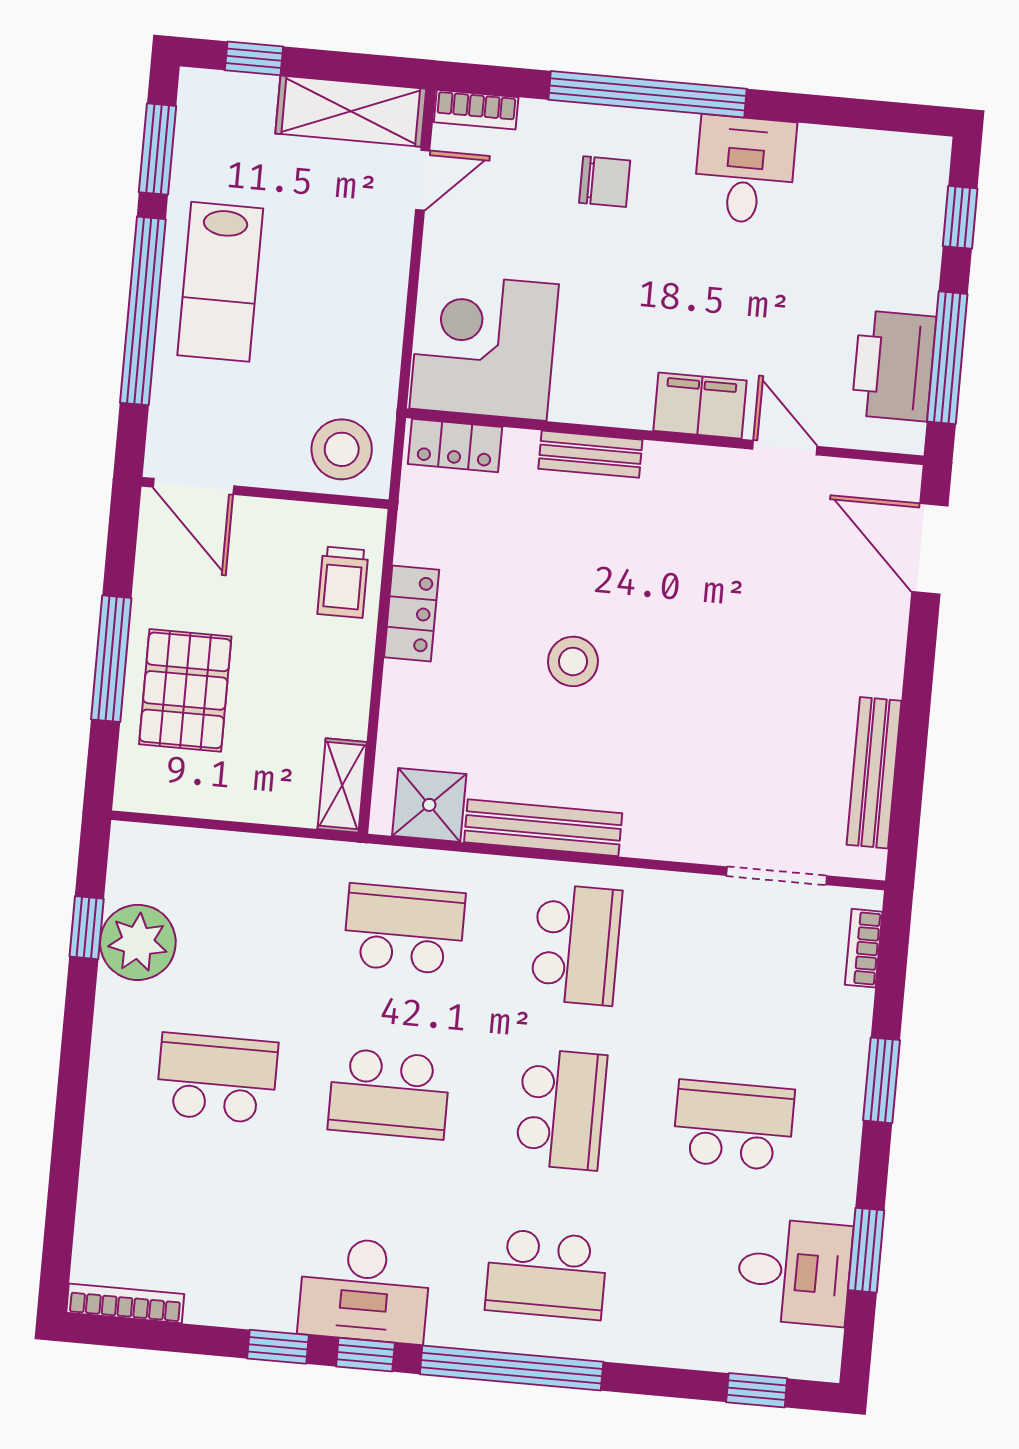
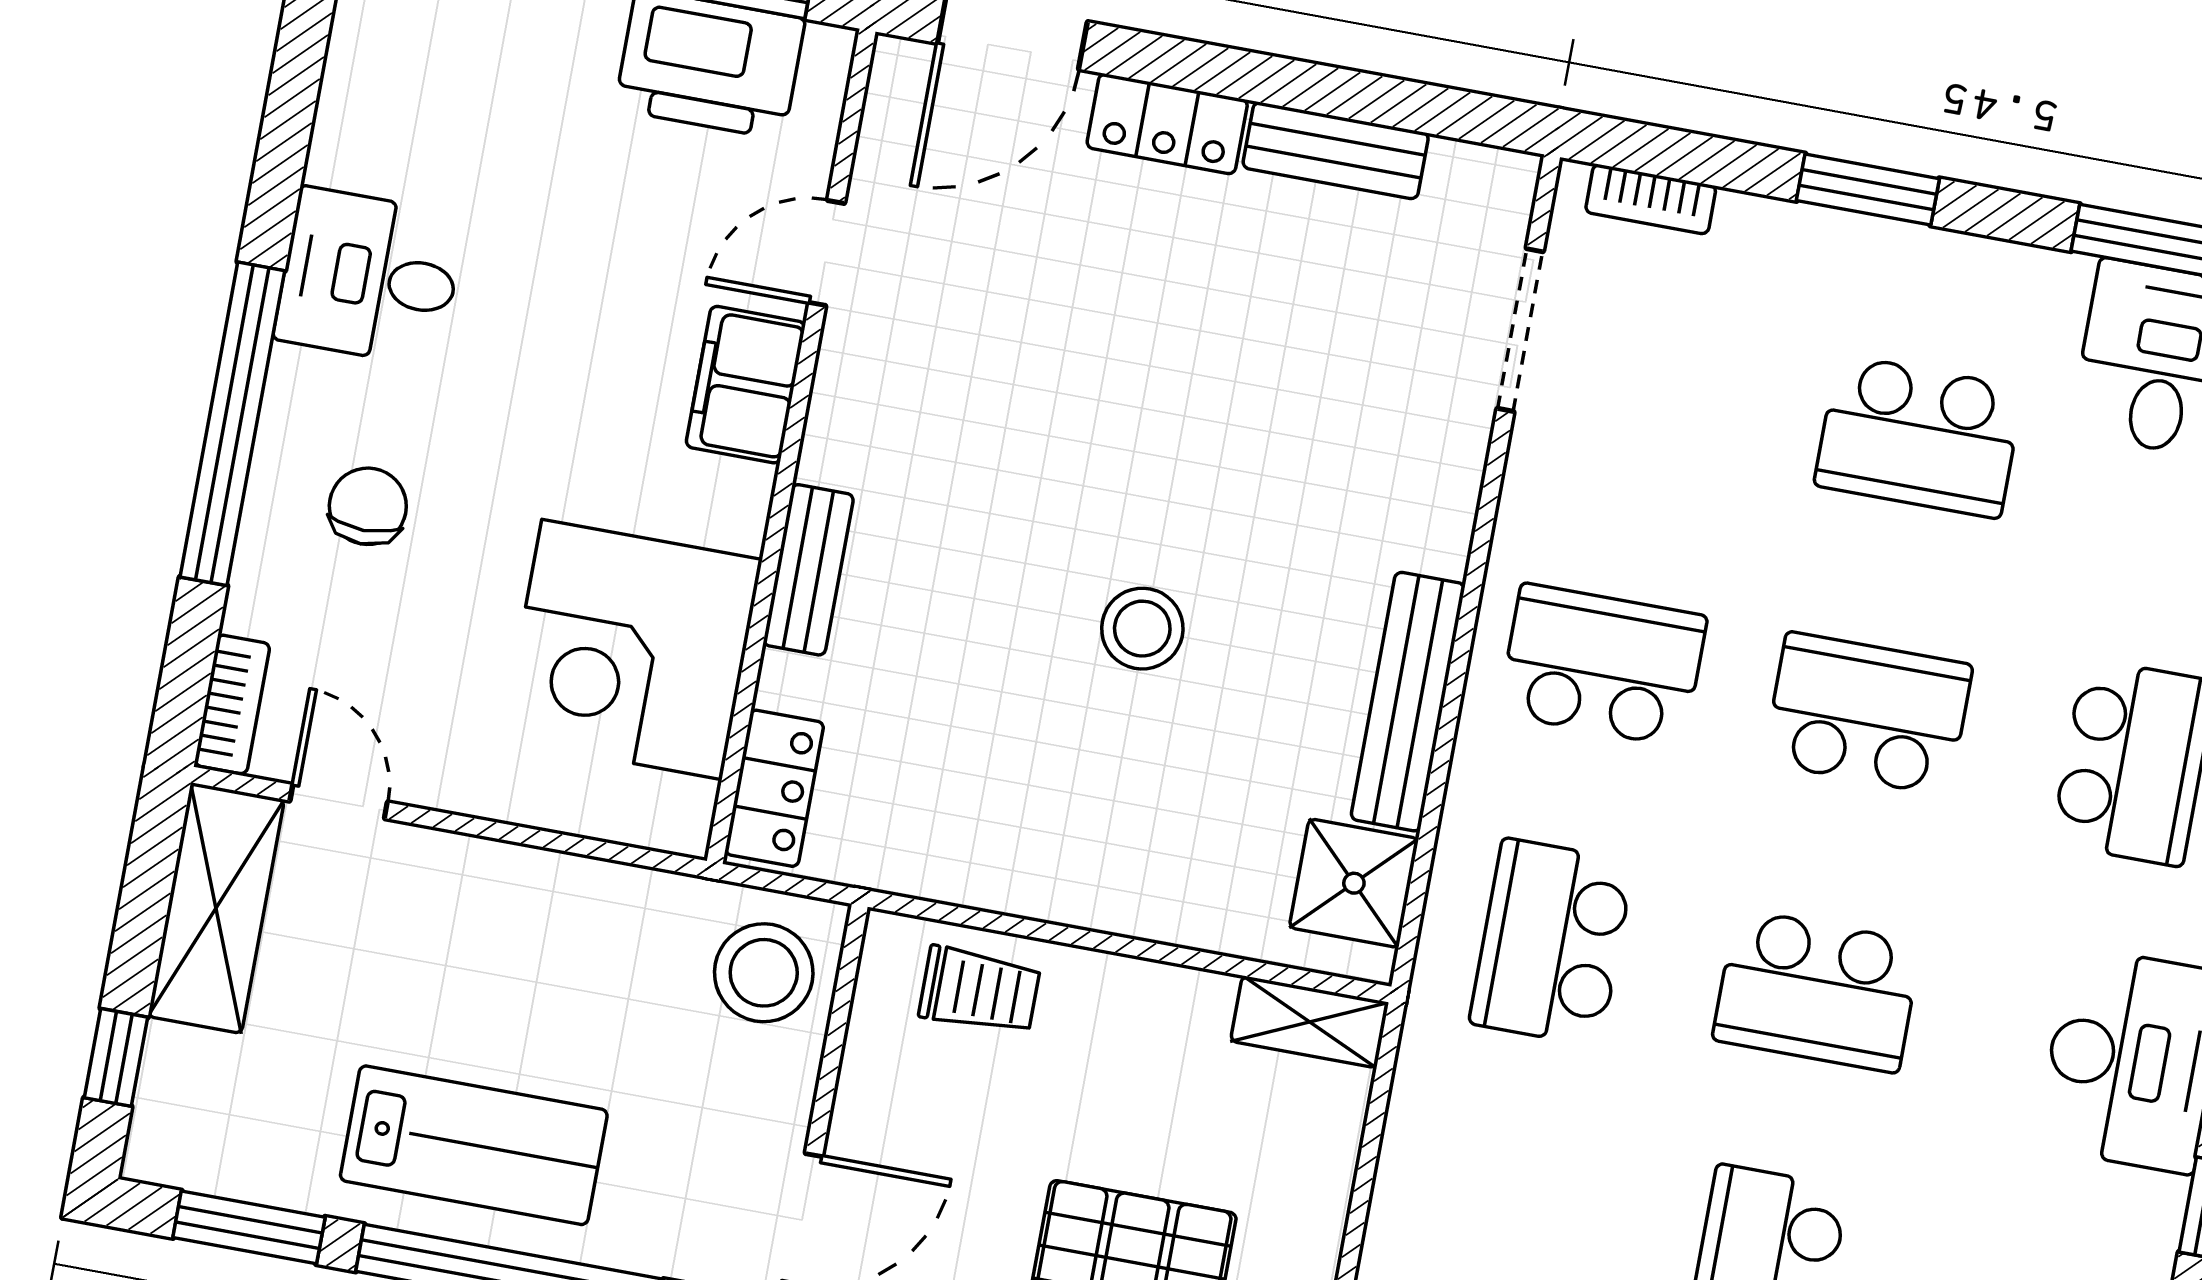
corner desk: (484, 346) -> (632, 649), moved
locker: (412, 613) -> (1167, 124), moved, turned 180
bench: (874, 773) -> (1336, 150), width x0.73
school desk: (389, 1094) -> (1817, 991), turned 90
school desk: (734, 1125) -> (1919, 436), turned -90

